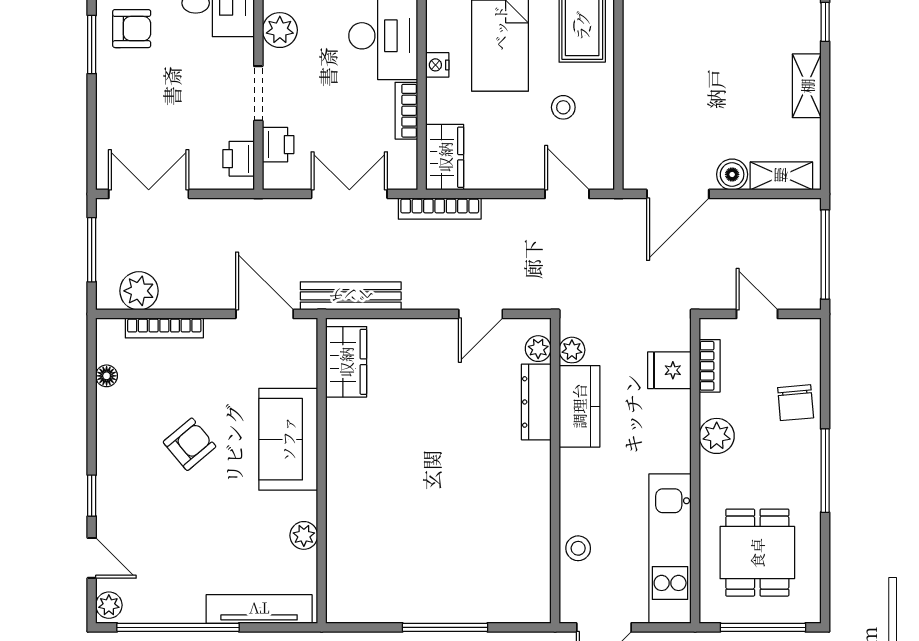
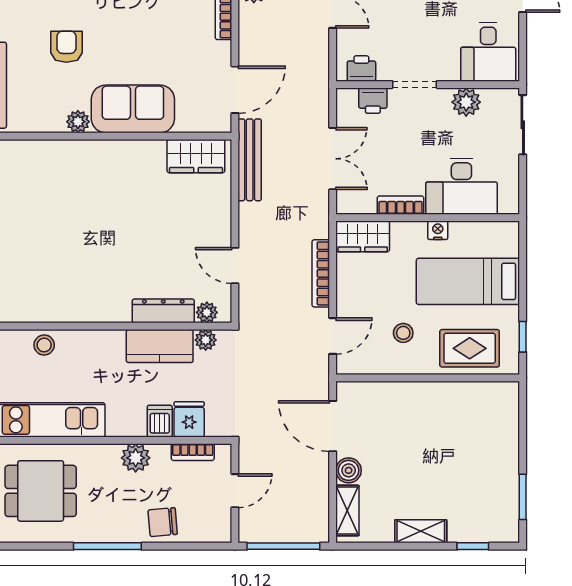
bookcase: (440, 209) -> (321, 273), moved
dishwasher: (671, 406) -> (160, 421), added
armchair: (190, 444) -> (66, 47), moved, turned -140
plant: (304, 535) -> (78, 122), moved

